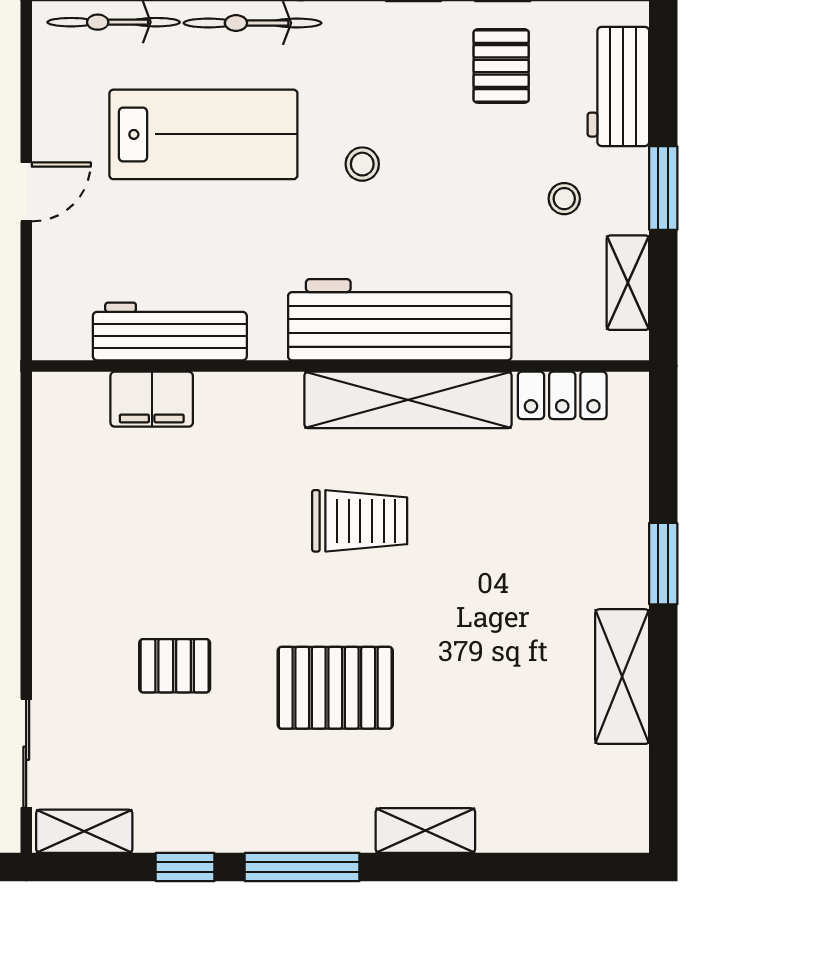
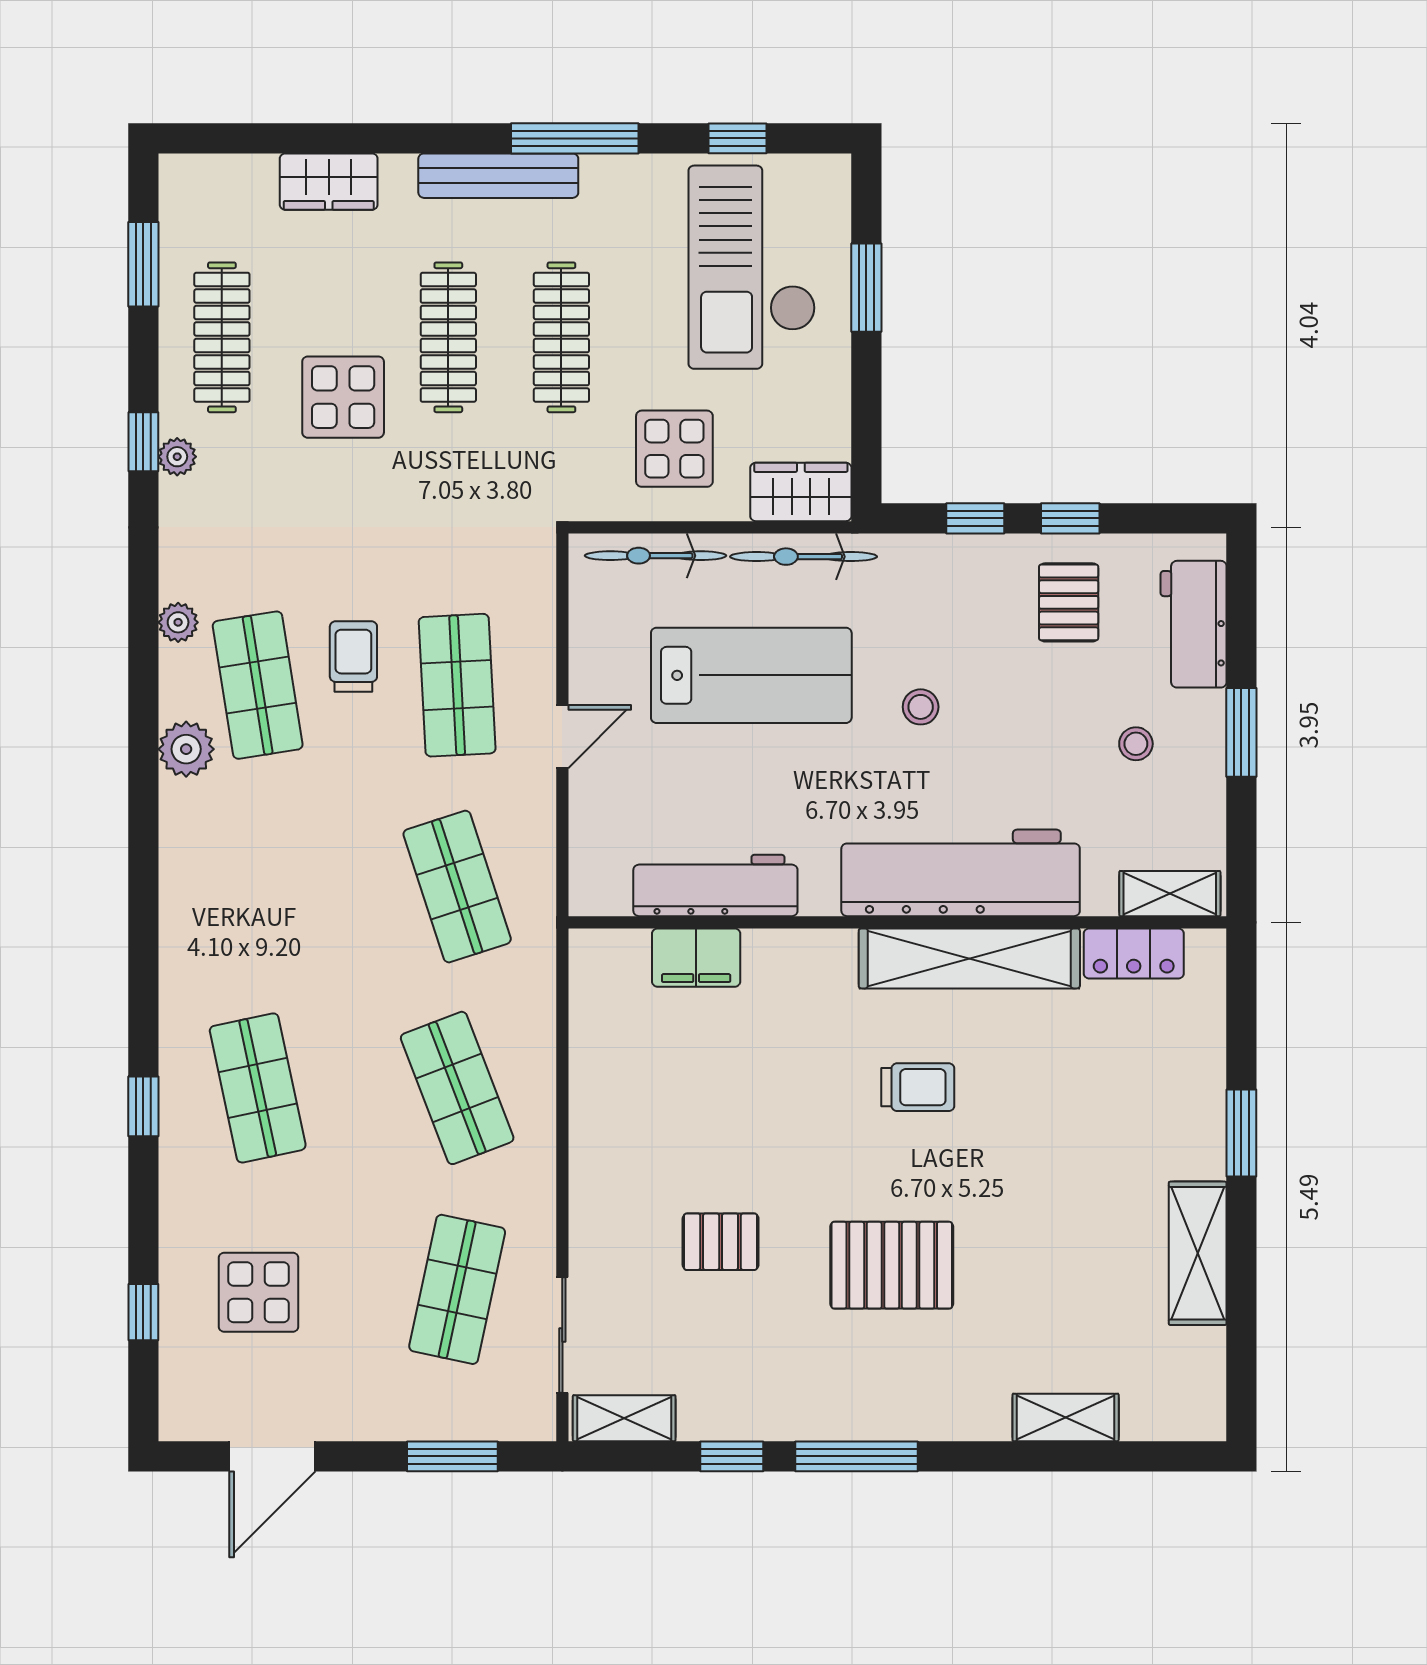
shelving: (628, 283) -> (1170, 894), moved, turned 90
trolley: (360, 521) -> (918, 1087), width x0.73, depth x0.72
shelving: (425, 831) -> (1066, 1417), moved

